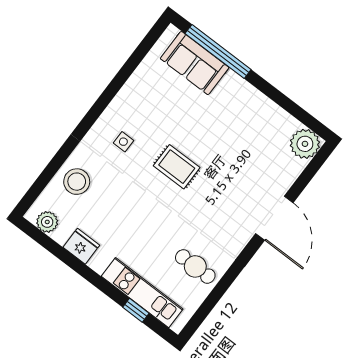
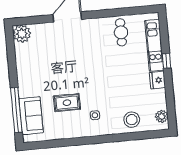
rug: (177, 167) -> (67, 103), moved, turned 90
fridge: (81, 246) -> (157, 80), moved
window: (136, 310) -> (167, 61), moved

